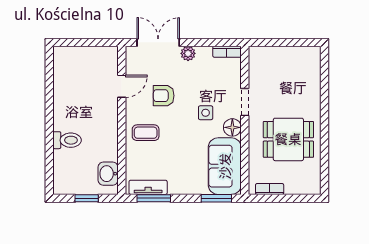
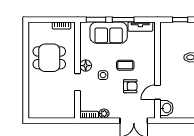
plant: (188, 53) -> (104, 114), moved
coffee table: (146, 133) -> (125, 65), moved
sofa: (225, 166) -> (109, 33), moved, turned 90
washbasin: (108, 174) -> (166, 108), moved
window: (154, 198) -> (123, 20), moved

